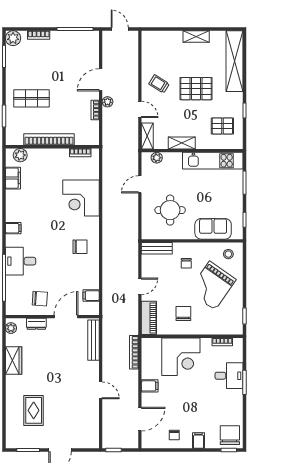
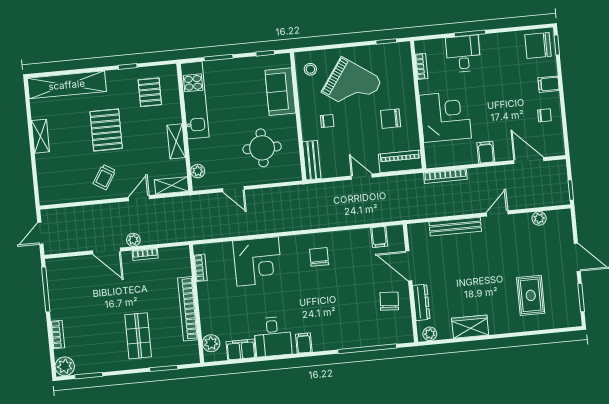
desk: (21, 261) -> (273, 337), moved
dresser: (36, 324) -> (421, 302), width x1.44
bench: (93, 340) -> (455, 227), moved
rug: (34, 410) -> (531, 295), turned 90
plant: (94, 423) -> (539, 218), added

